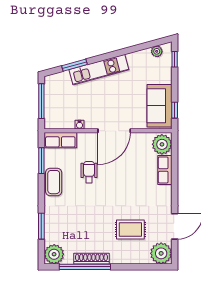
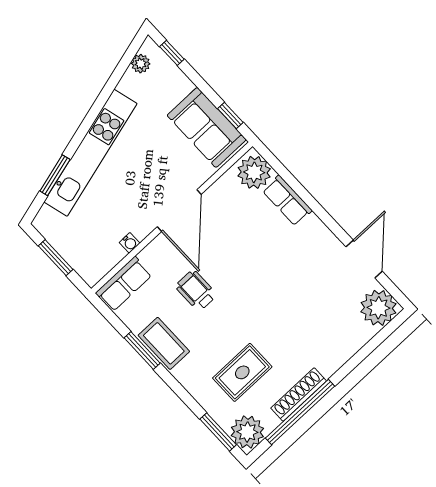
kitchen unit: (99, 70) -> (90, 153), width x1.36
window: (41, 101) -> (56, 258), width x0.69
window: (41, 161) -> (142, 350), moved
window: (41, 226) -> (218, 432), moved
rug: (130, 229) -> (242, 372), moved

